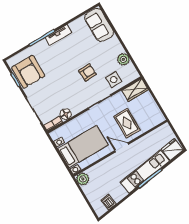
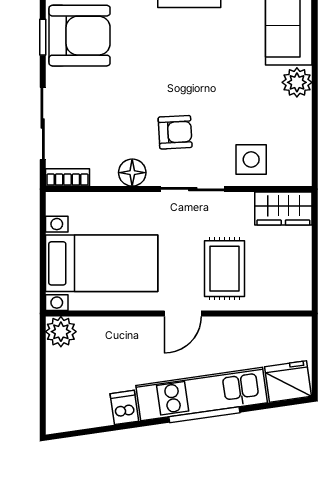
plant: (123, 59) -> (297, 82), moved
armchair: (28, 72) -> (80, 36), turned -90
armchair: (87, 72) -> (175, 132), moved
floor lamp: (66, 114) -> (132, 173), moved
door: (122, 147) -> (183, 314), swing flipped
dishwasher: (108, 202) -> (124, 407), moved

